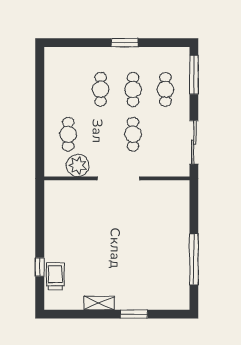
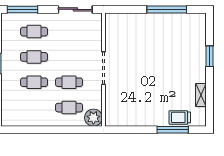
cafe table: (133, 134) -> (69, 82), moved
plant: (78, 165) -> (93, 118), moved
window: (40, 267) -> (173, 130), width x2.17
shelving: (99, 303) -> (201, 95), moved

